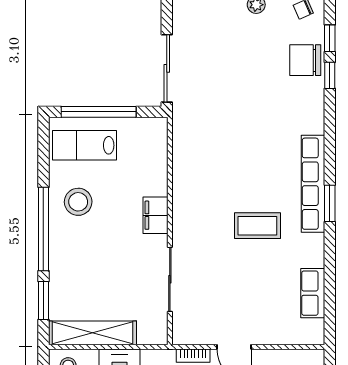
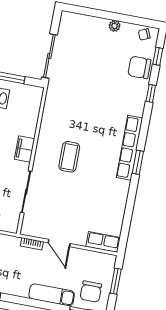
window: (330, 75) -> (151, 93), moved
coffee table: (257, 226) -> (69, 157), moved, turned 90
row of seats: (313, 293) -> (103, 242), moved, turned 90

